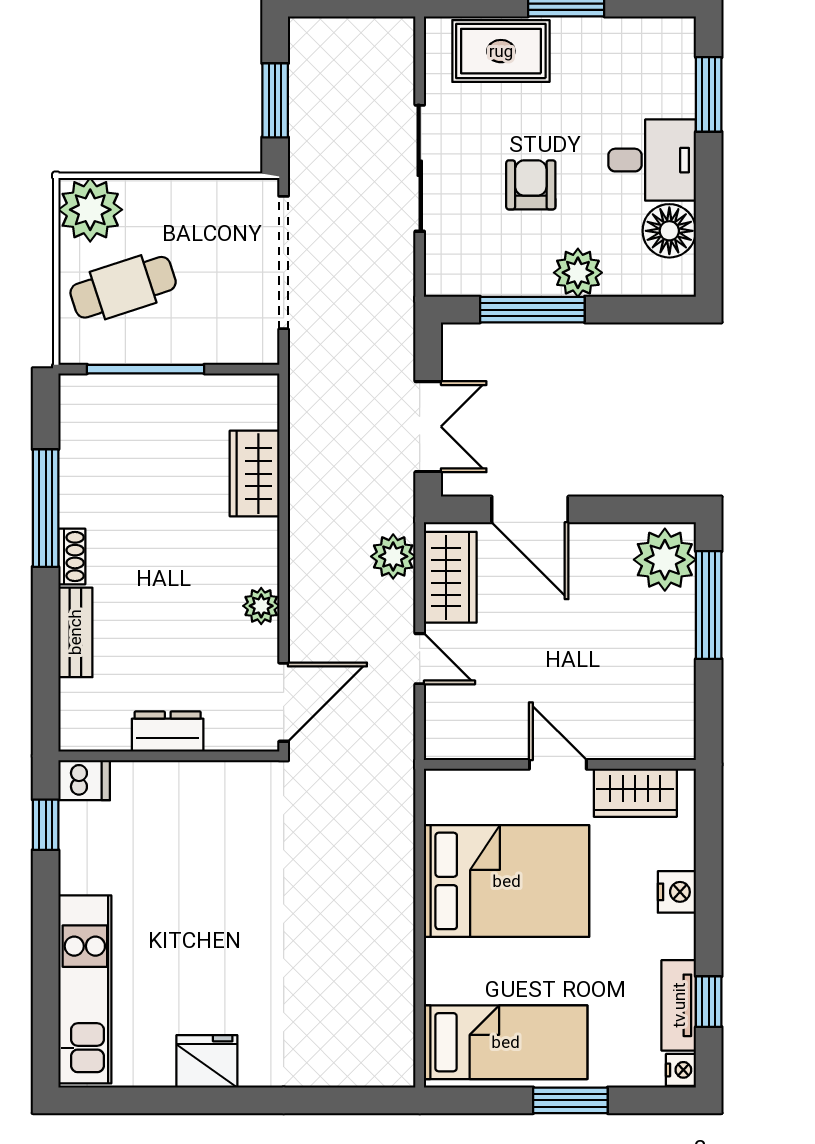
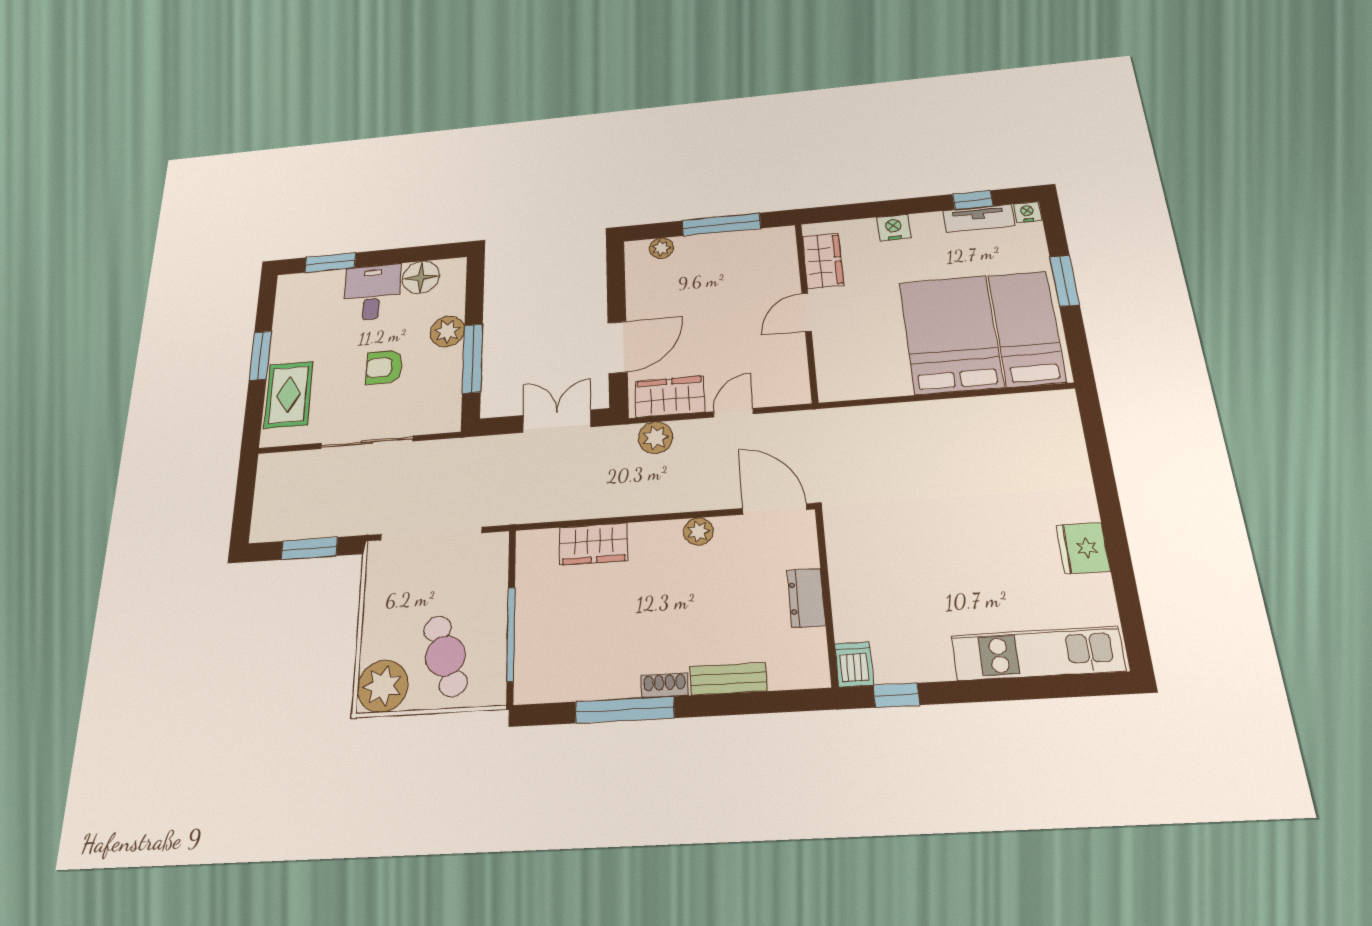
plant: (665, 560) -> (661, 248), width x0.53, depth x0.53
window: (709, 605) -> (721, 224), moved
bed: (507, 881) -> (951, 334), moved

